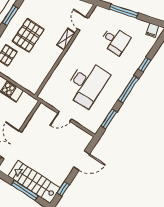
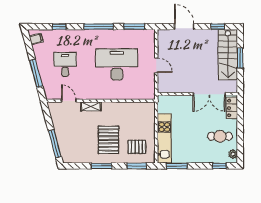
door: (83, 24) -> (69, 101), swing flipped
pallet: (28, 35) -> (108, 140), turned 90
window: (144, 65) -> (59, 27), moved
window: (25, 190) -> (240, 58), width x0.69

